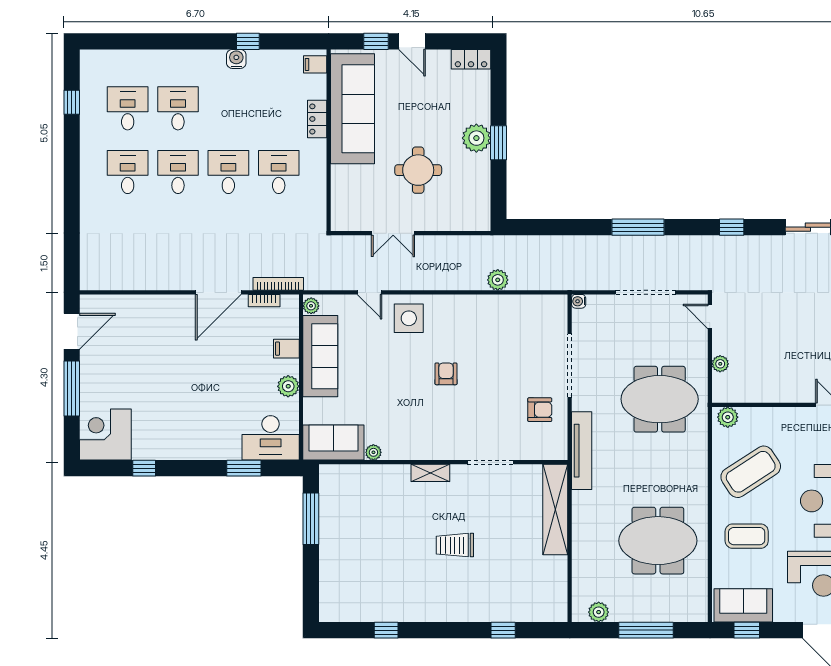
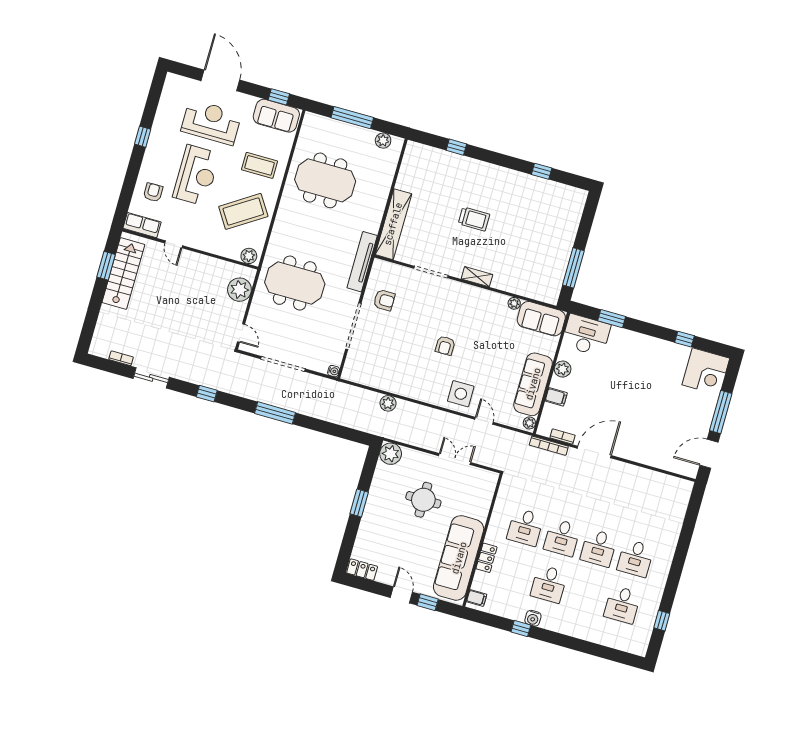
desk: (178, 108) -> (549, 584), moved
plant: (476, 138) -> (391, 454), moved
plant: (720, 364) -> (239, 290), width x1.87, depth x1.87
armchair: (540, 410) -> (384, 300), turned 180

